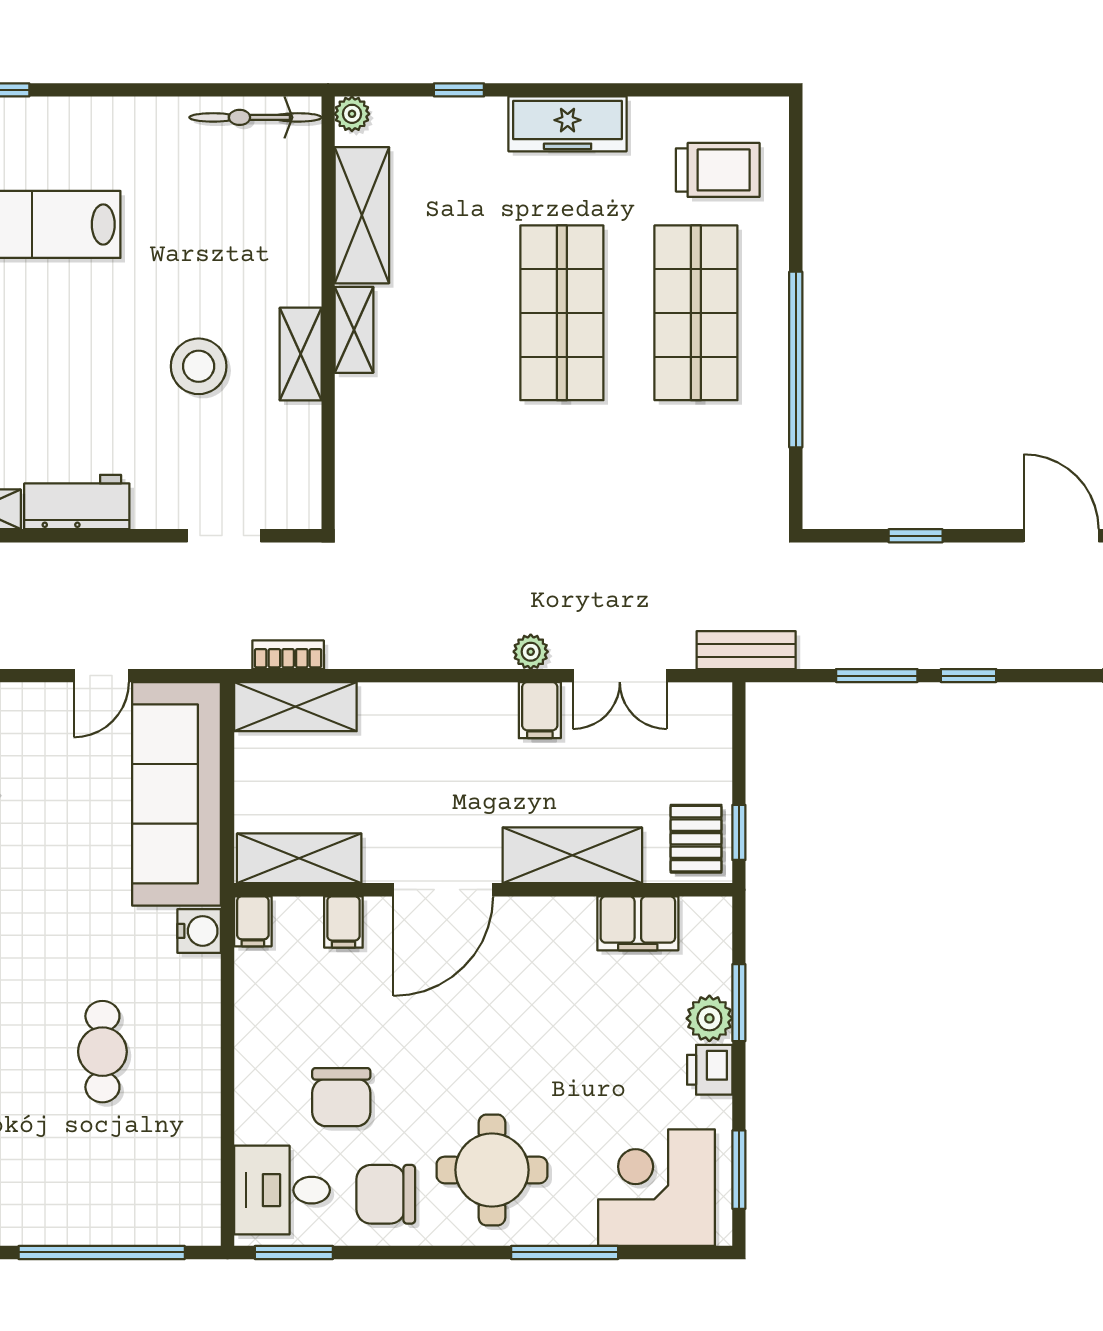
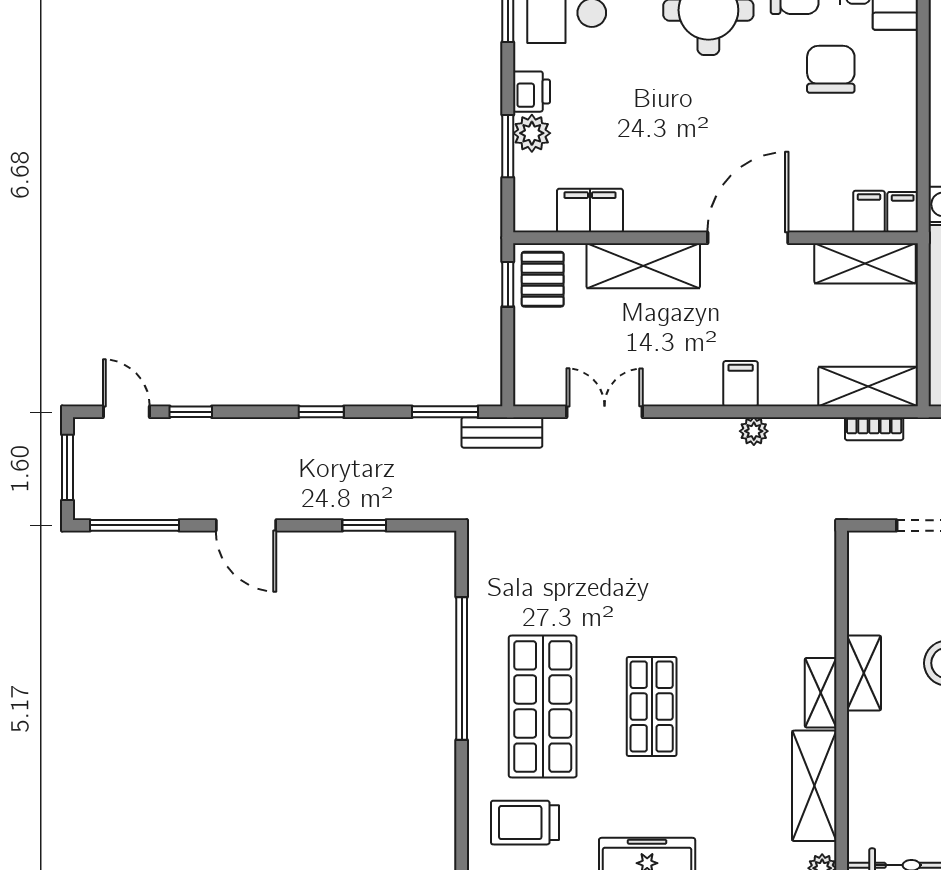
shop shelf: (562, 313) -> (652, 707), width x0.70, depth x0.74
plant: (531, 652) -> (754, 431), moved
window: (877, 676) -> (445, 412), moved
filing cabinet: (540, 710) -> (741, 384), moved
filing cabinet: (343, 922) -> (869, 212), moved

